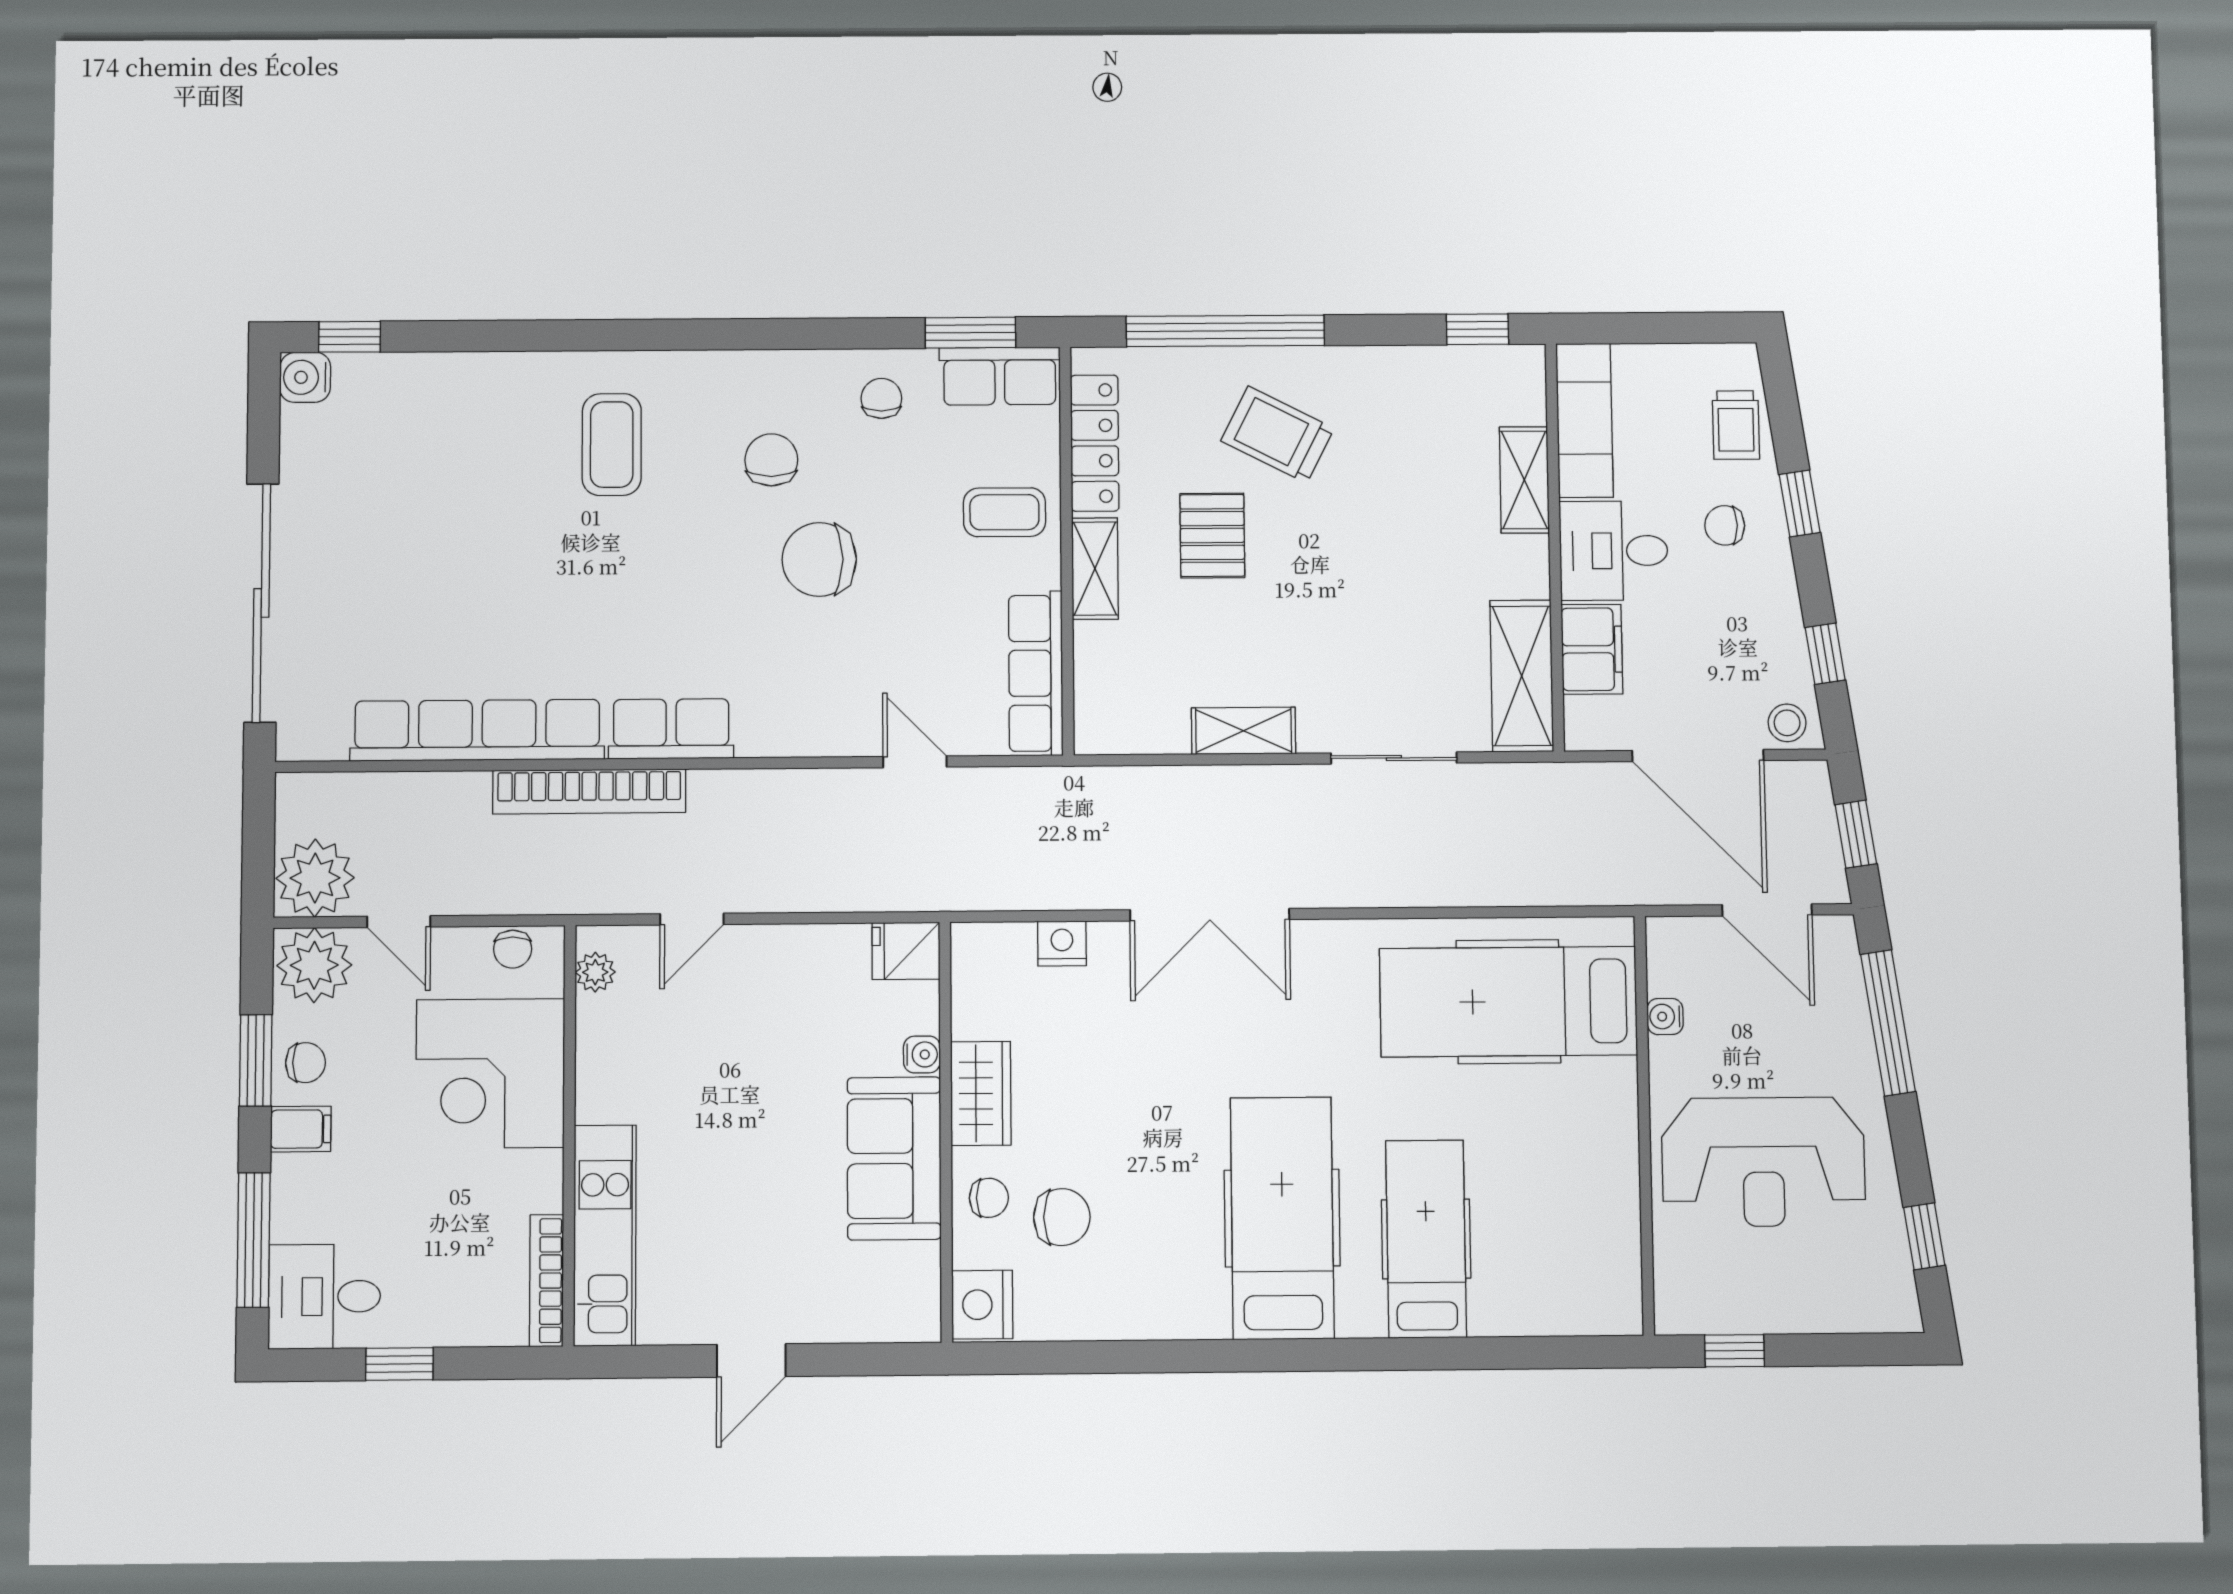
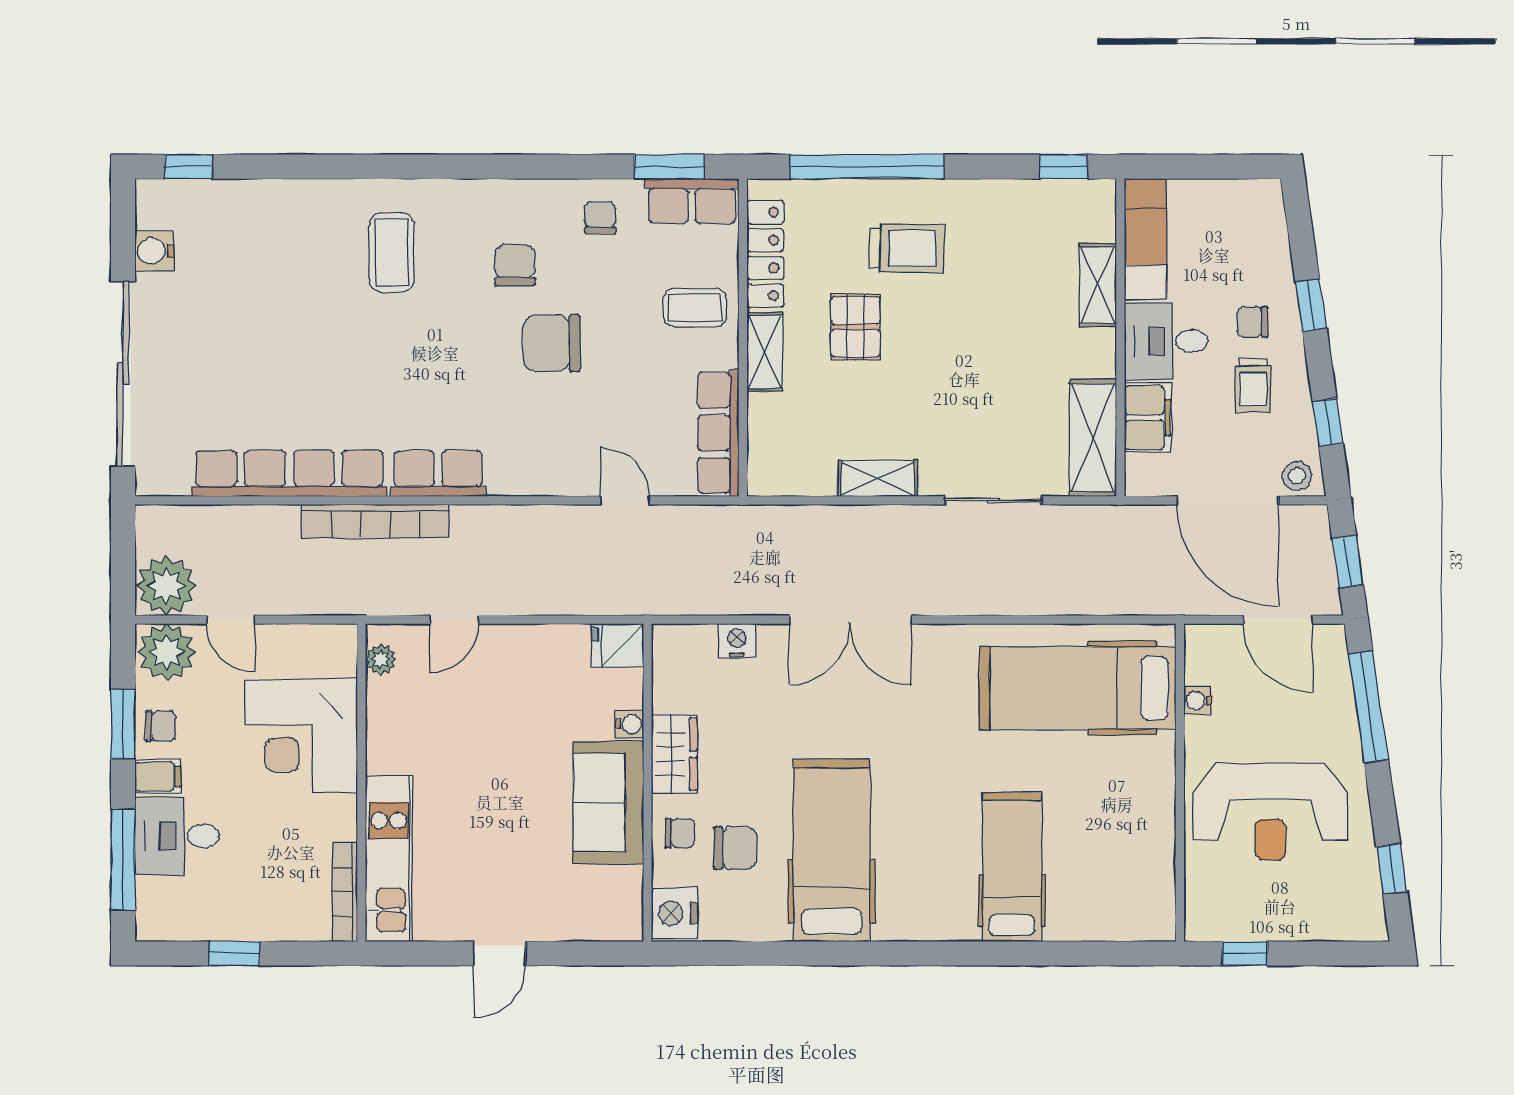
water cooler: (305, 377) -> (154, 251), moved
trolley: (1736, 425) -> (1253, 385), moved
trolley: (1277, 435) -> (907, 248), turned 153
chair: (513, 949) -> (318, 641), removed
hospital bed: (1282, 1218) -> (832, 850), moved
desk: (324, 1297) -> (177, 836), moved

